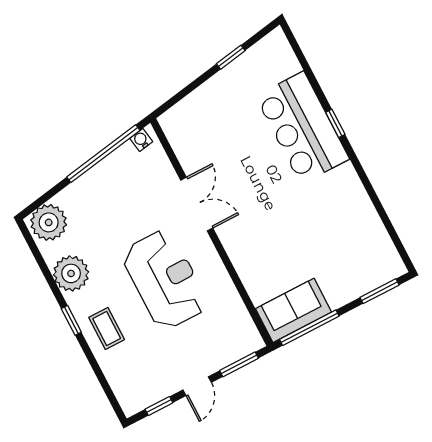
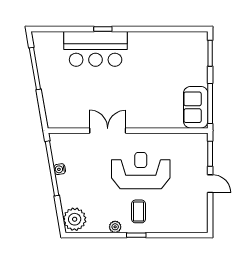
window: (231, 57) -> (35, 68), width x2.17
water cooler: (141, 140) -> (60, 169), moved
plant: (71, 273) -> (115, 227), width x0.53, depth x0.53
coffee table: (107, 328) -> (139, 211), moved, turned 90
window: (159, 406) -> (210, 211), removed

